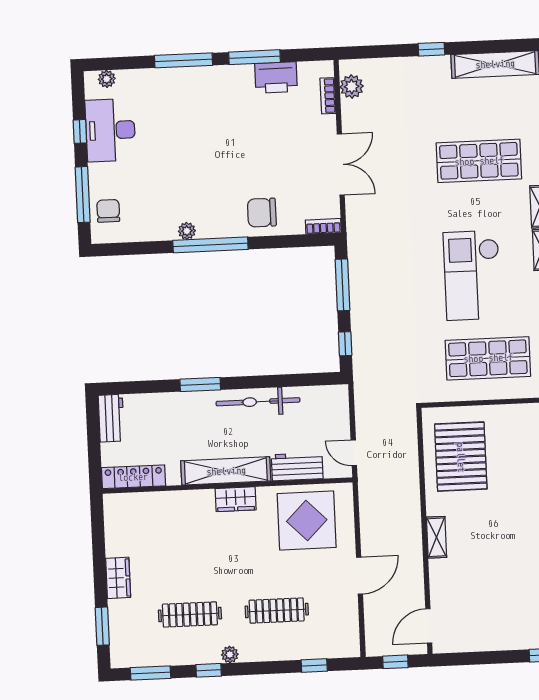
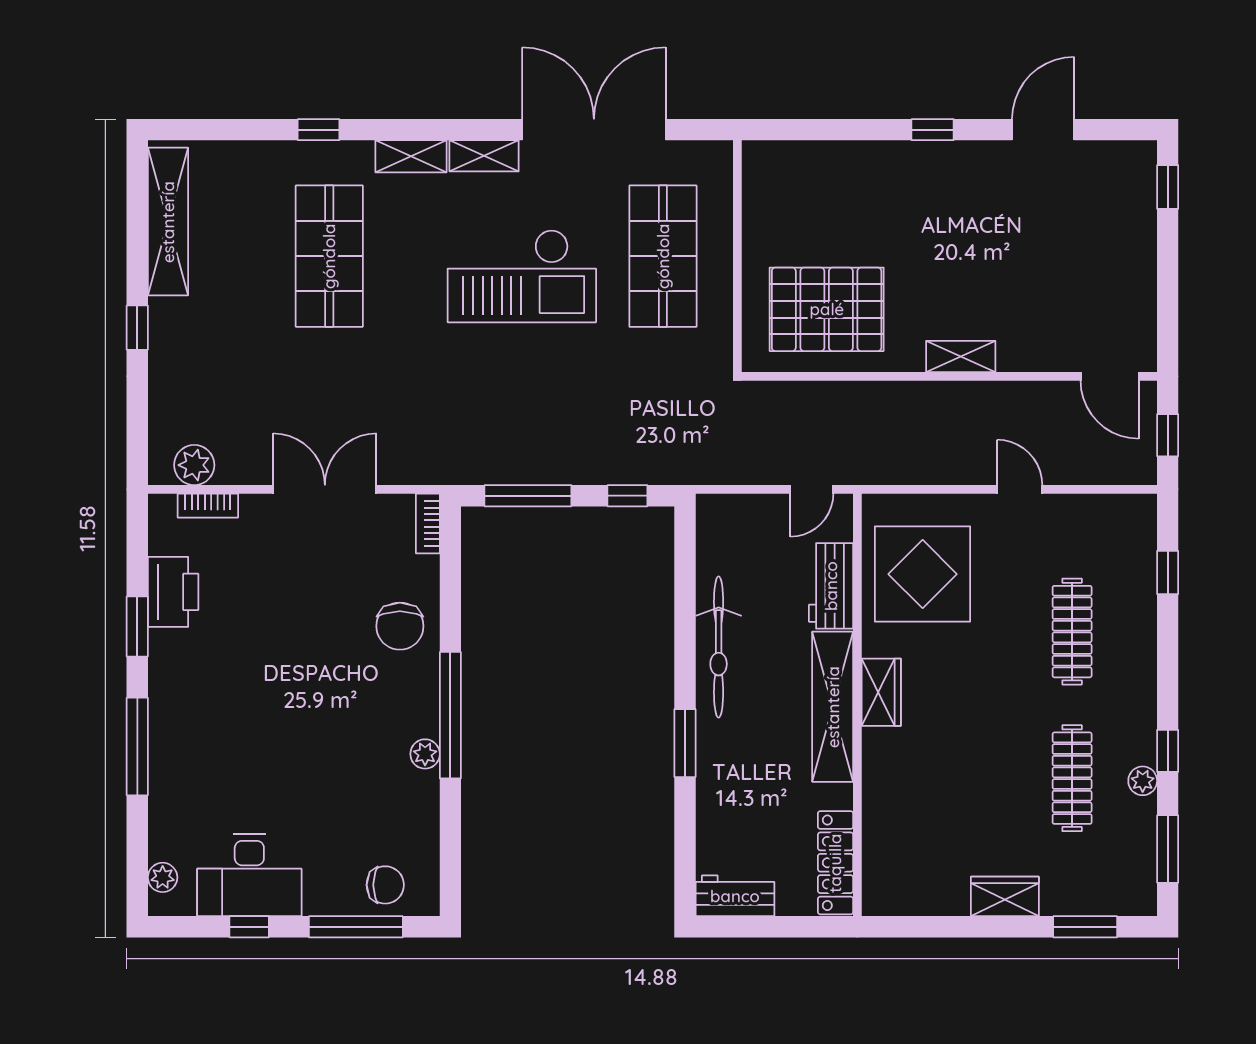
window: (255, 57) -> (137, 627), width x0.69
chair: (108, 211) -> (385, 885), turned 180
door: (359, 576) -> (1020, 489), width x0.73
plant: (230, 655) -> (1143, 781), moved

